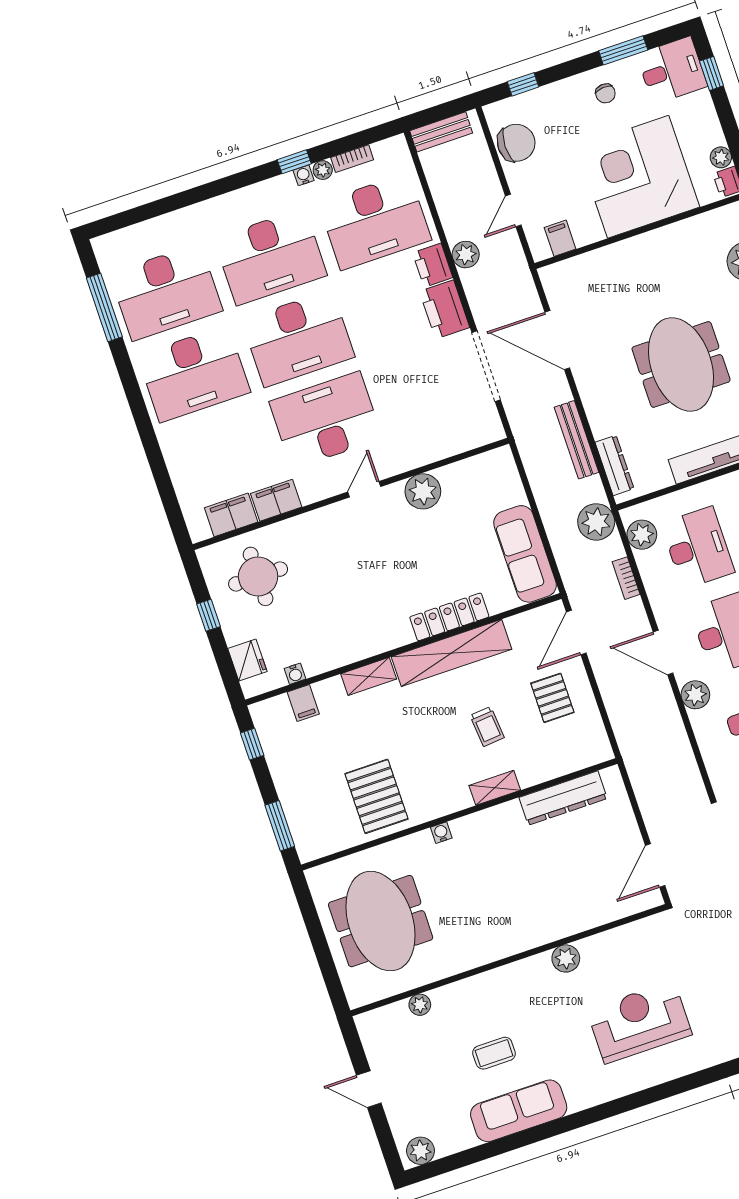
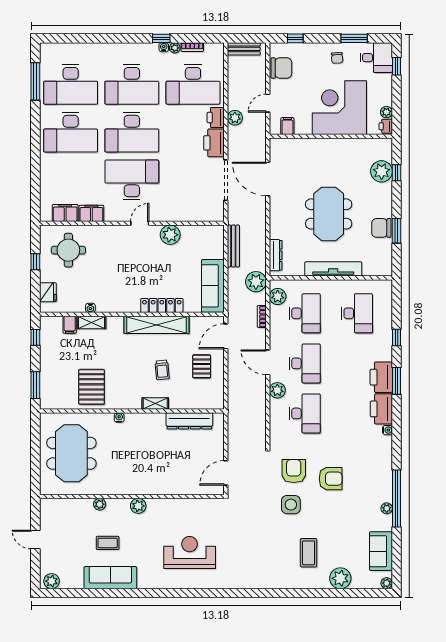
bench: (576, 440) -> (233, 246), moved
water cooler: (295, 674) -> (90, 308), moved
shelving: (369, 676) -> (92, 322), moved
plant: (566, 958) -> (138, 506), moved
plant: (420, 1005) -> (100, 504), moved

